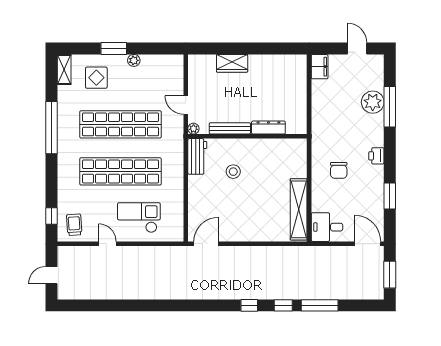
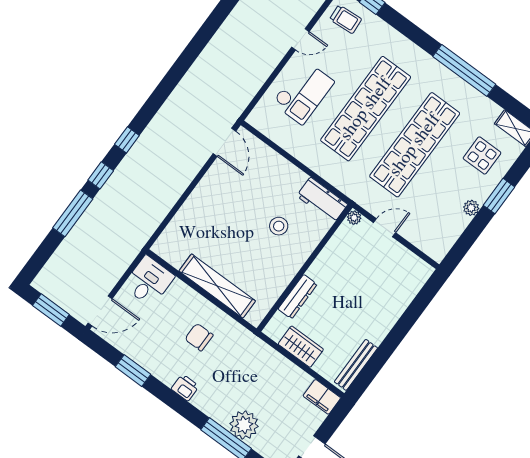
wardrobe: (232, 63) -> (301, 347), moved, turned 90
bench: (230, 128) -> (356, 365), moved
shelving: (299, 209) -> (217, 286), moved

